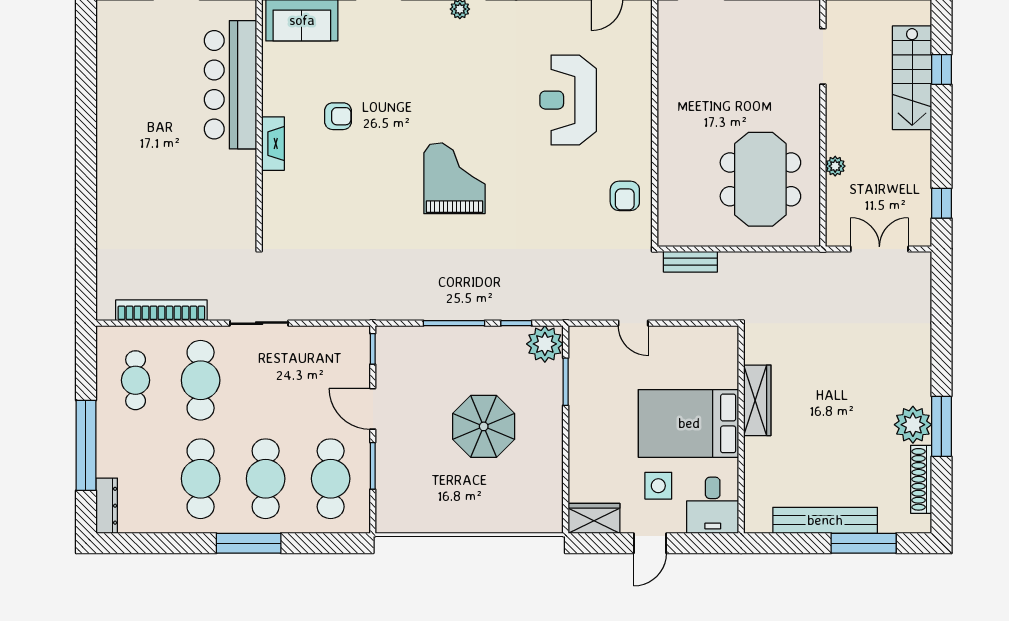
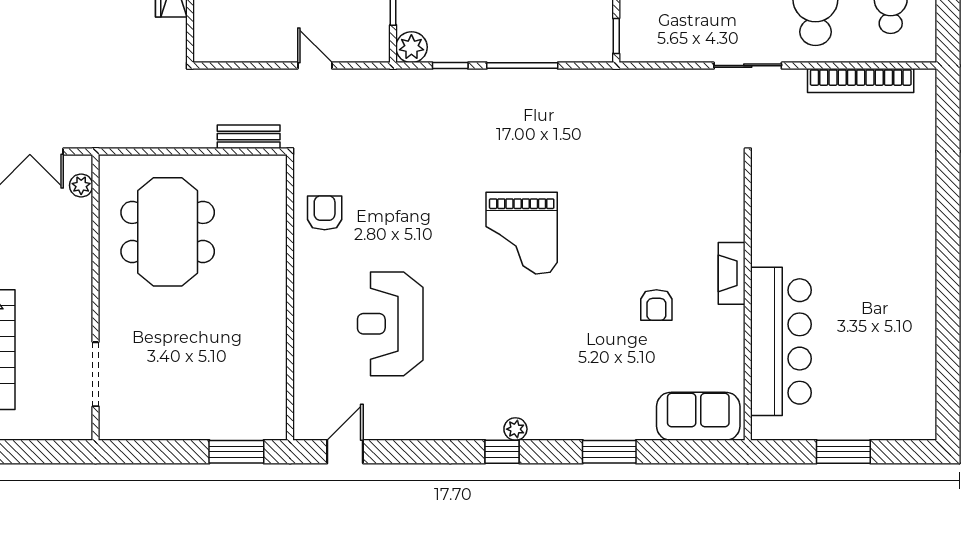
reception desk: (568, 100) -> (390, 324), turned 180
armchair: (338, 116) -> (656, 305), turned -90
plant: (835, 166) -> (81, 185), moved
plant: (545, 344) -> (411, 47), width x0.73, depth x0.73

